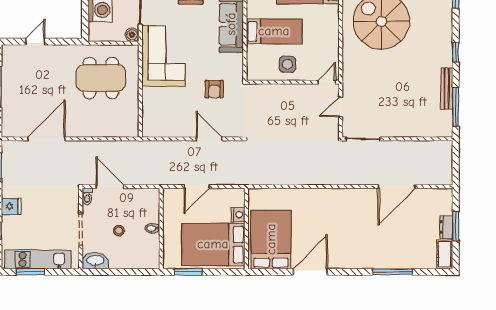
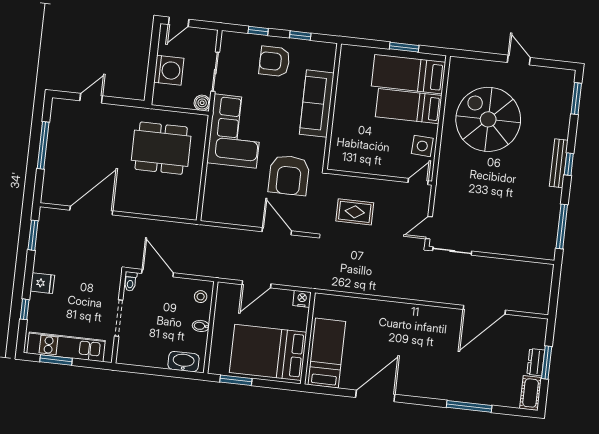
bed: (274, 31) -> (409, 106), moved, turned 180
side table: (287, 64) -> (422, 146), moved
armchair: (214, 89) -> (289, 175), width x1.88, depth x1.88
bench: (447, 89) -> (559, 163), moved
door: (341, 107) -> (429, 228), moved
rug: (275, 114) -> (355, 212), added
nightstand: (238, 215) -> (302, 299), moved, turned -90
stool: (119, 231) -> (201, 297), moved
bed: (271, 239) -> (327, 353), width x0.67
washbasin: (95, 261) -> (183, 362), moved

